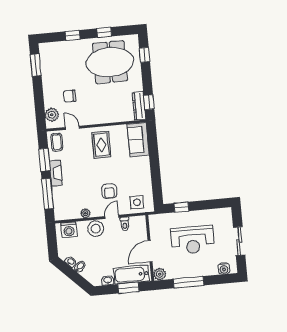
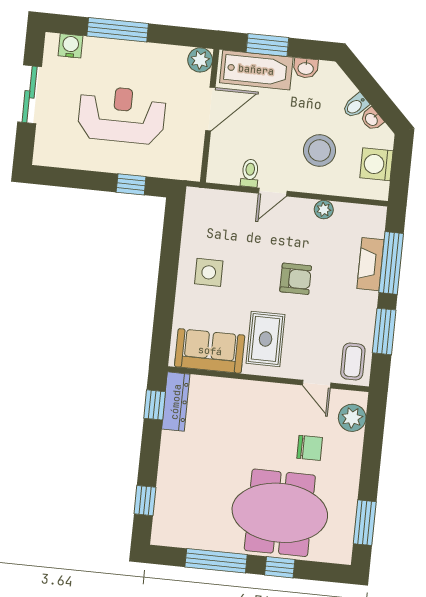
window: (104, 32) -> (216, 561), width x2.17
meeting table: (110, 62) -> (280, 513), moved
sofa: (138, 140) -> (210, 351), moved, turned -90
fireplace: (56, 173) -> (370, 264), moved
armchair: (109, 191) -> (296, 279), moved, turned 90
side table: (137, 202) -> (209, 272), moved
stool: (96, 229) -> (320, 150), moved
washing machine: (69, 230) -> (376, 164), moved, turned -90
window: (189, 282) -> (118, 30), moved

